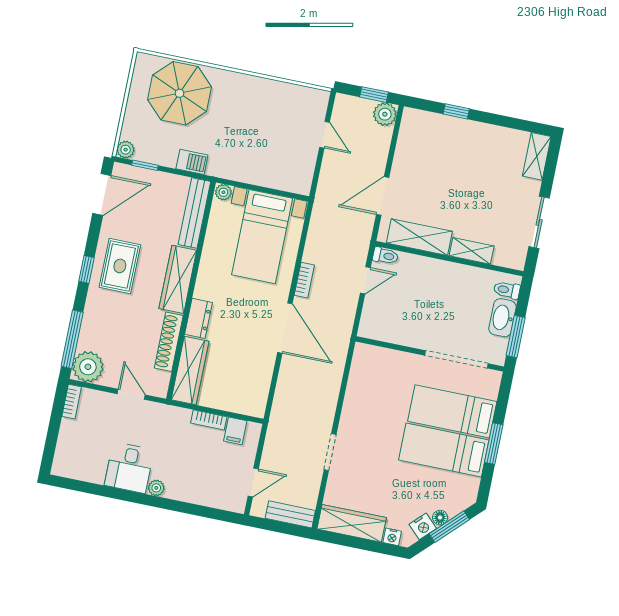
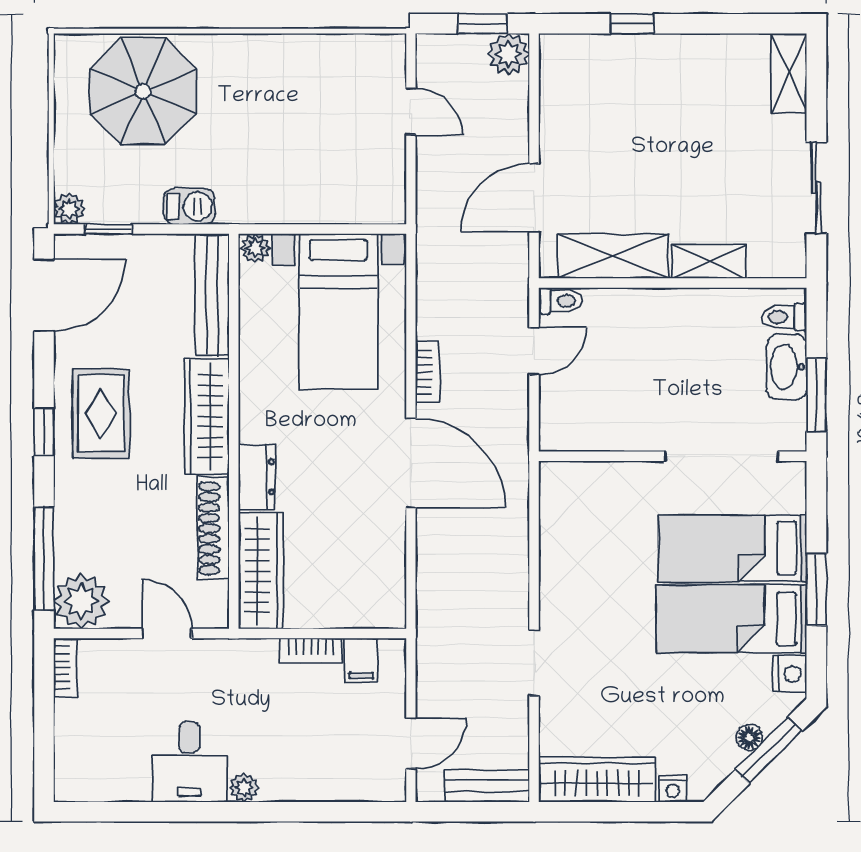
nightstand: (423, 526) -> (790, 674), moved, turned -45

